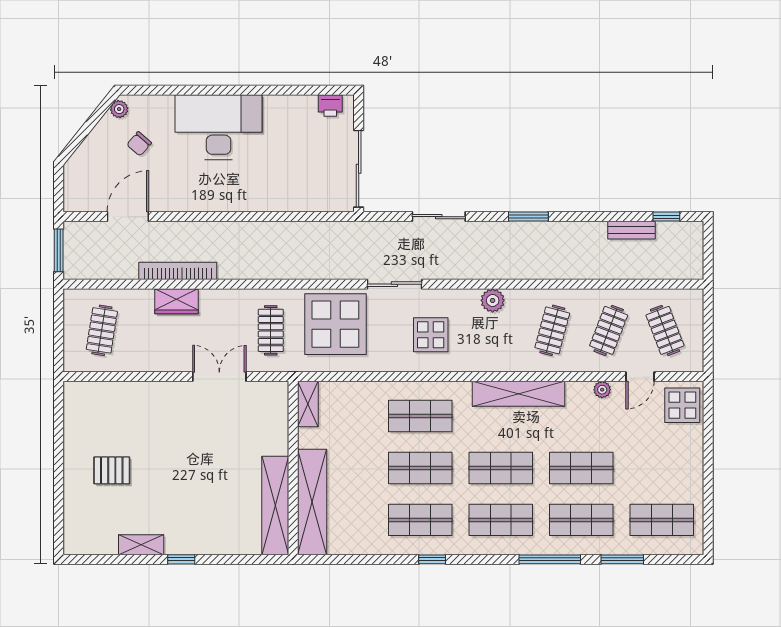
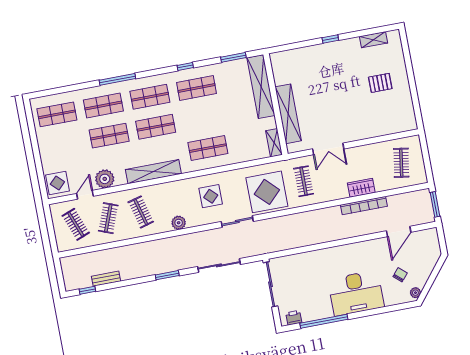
window: (281, 90) -> (324, 321), added
sliding door: (439, 217) -> (219, 265), width x1.37
clothes rail: (552, 330) -> (141, 212), turned -30
plant: (602, 390) -> (105, 179), width x1.88, depth x1.88
shop shelf: (420, 468) -> (202, 118), removed
shelving: (275, 505) -> (288, 114), moved
shelving: (141, 545) -> (374, 40), moved
window: (622, 559) -> (233, 57), moved

